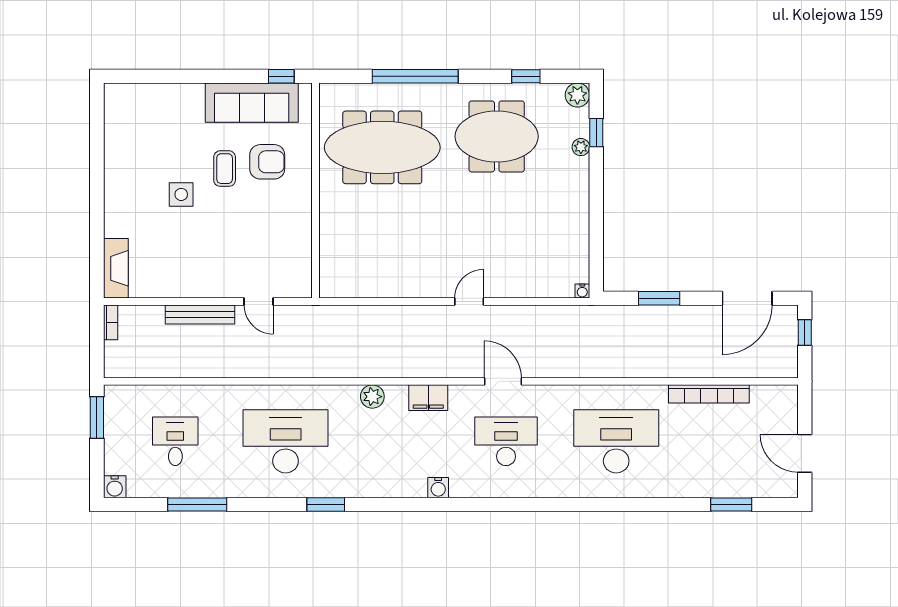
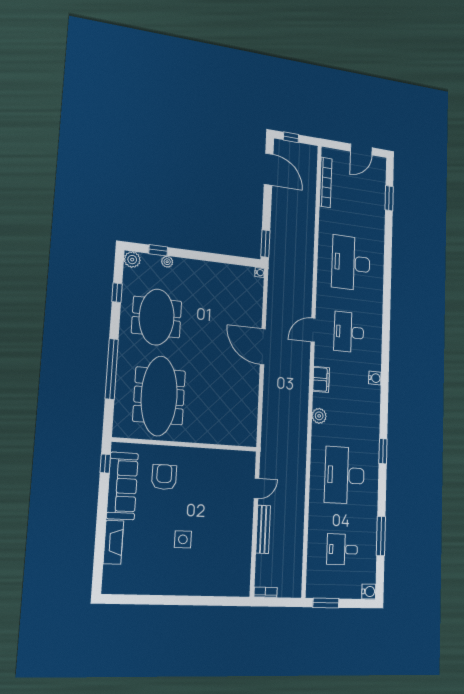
coffee table: (225, 169) -> (167, 508), removed
fireplace: (116, 268) -> (113, 542), moved, turned 90
window: (659, 298) -> (265, 244), moved
door: (469, 302) -> (263, 347), width x1.88
bookcase: (709, 394) -> (326, 182), moved

